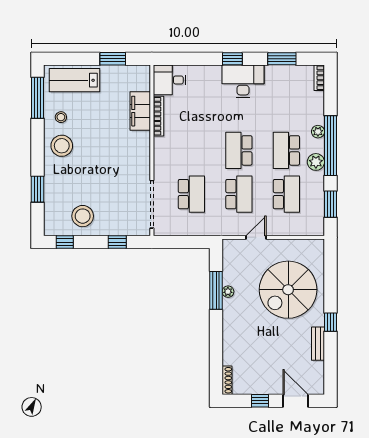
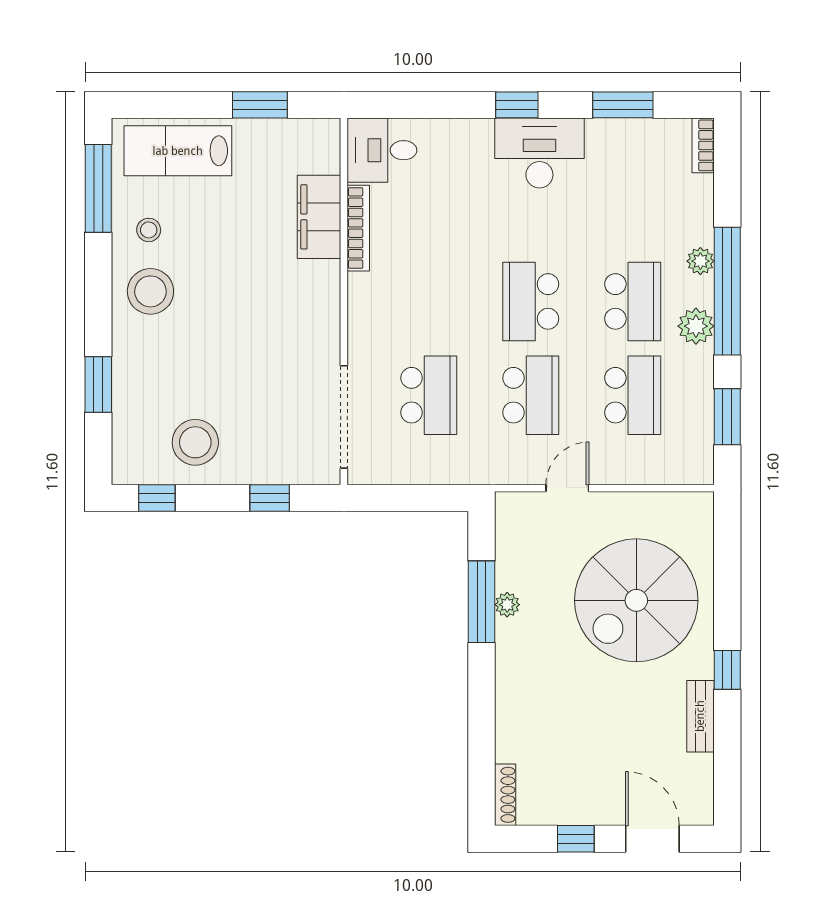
school desk: (286, 150) -> (633, 301), turned 180

